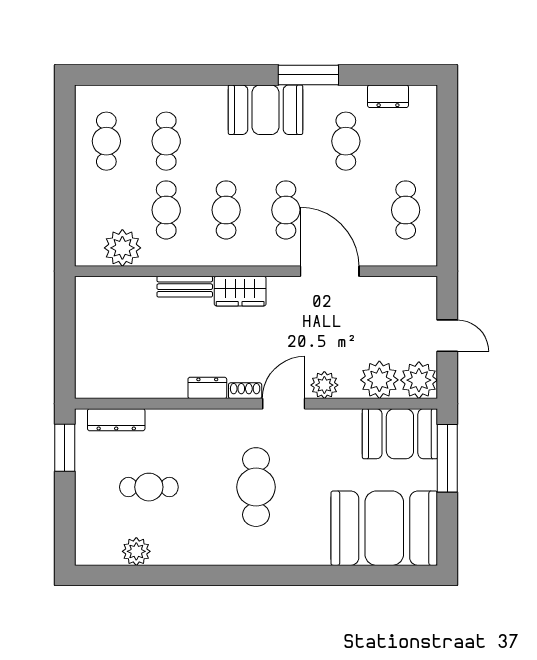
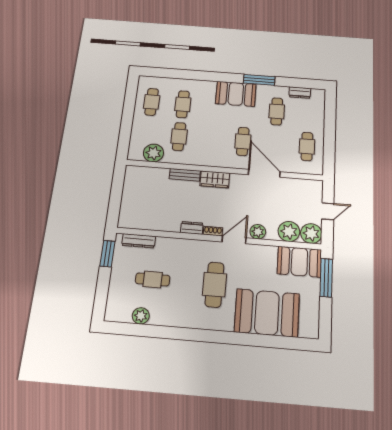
cafe table: (226, 210) -> (211, 139), removed
door: (447, 336) -> (328, 211), hinge flipped
booth: (384, 528) -> (267, 313), moved

